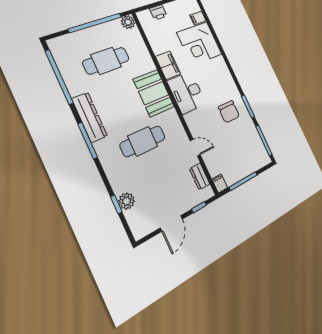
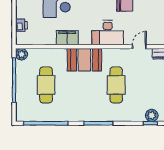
desk: (187, 92) -> (108, 33), moved
dresser: (89, 117) -> (83, 115), removed

